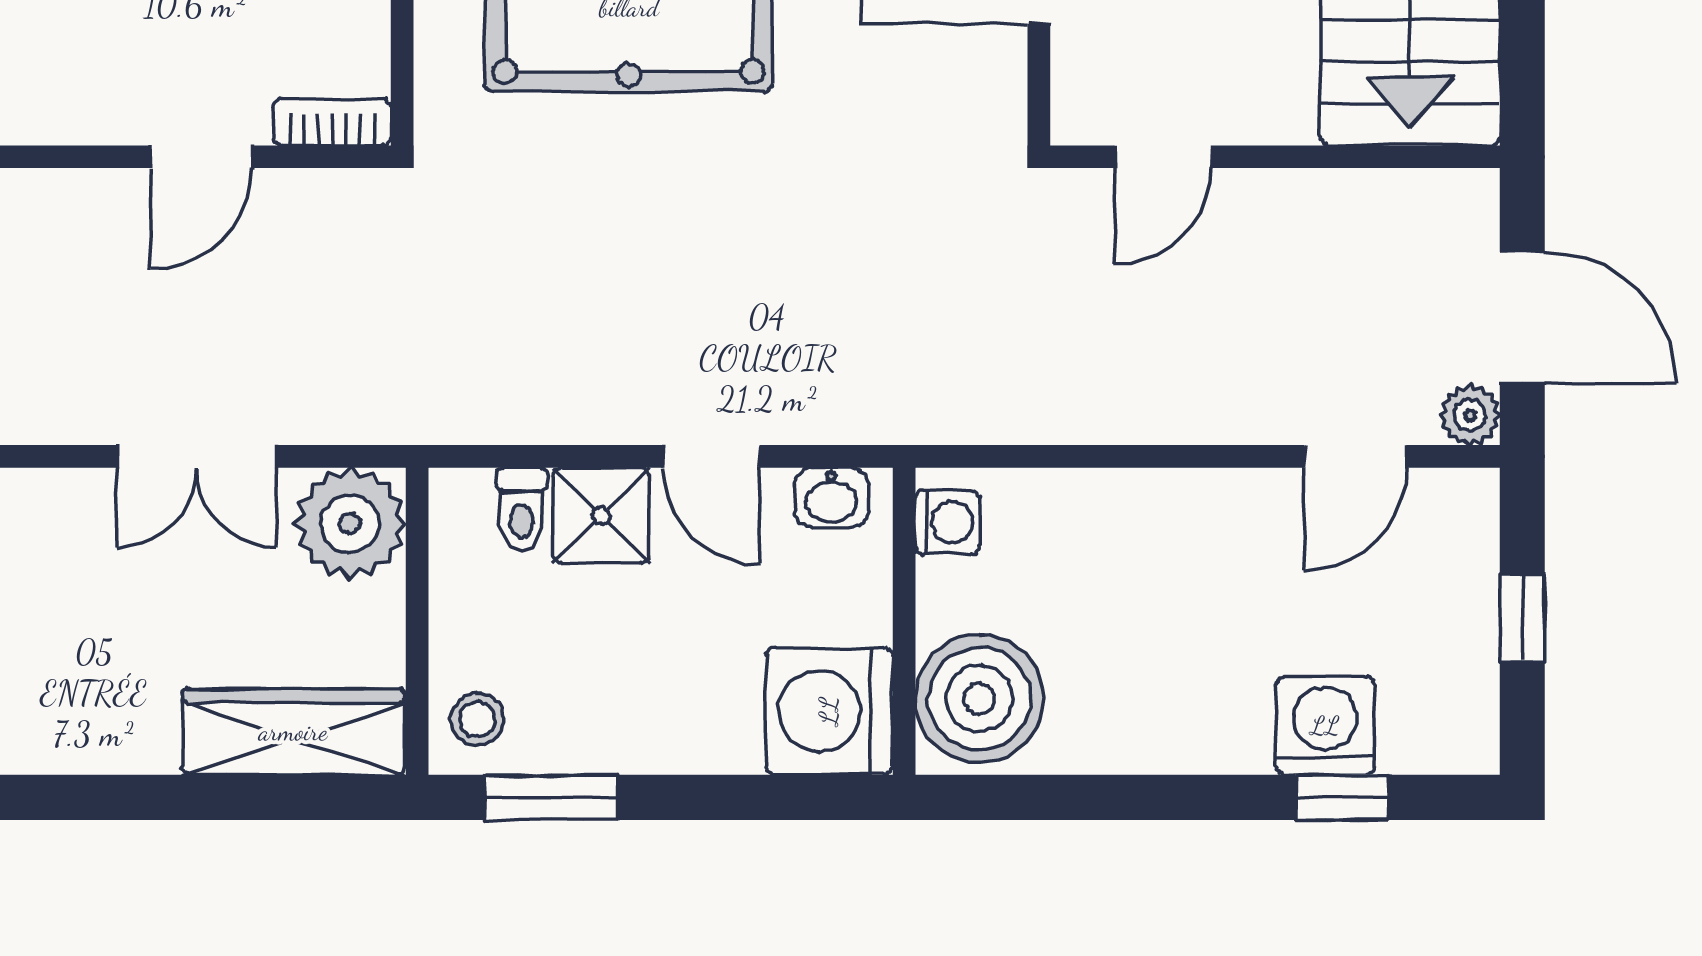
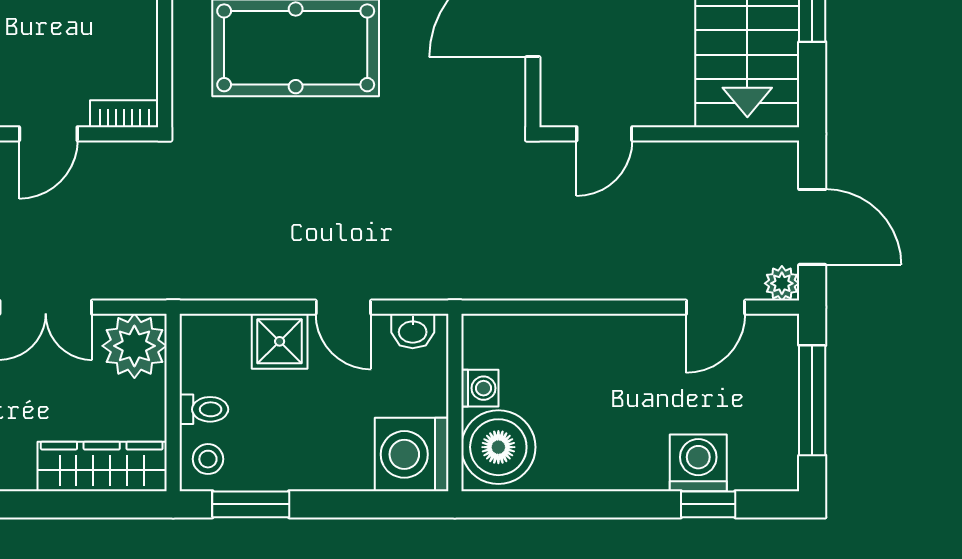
toilet: (522, 510) -> (204, 409), moved, turned -90
washing machine: (947, 522) -> (480, 388), moved
window: (1522, 618) -> (812, 400), width x2.17

